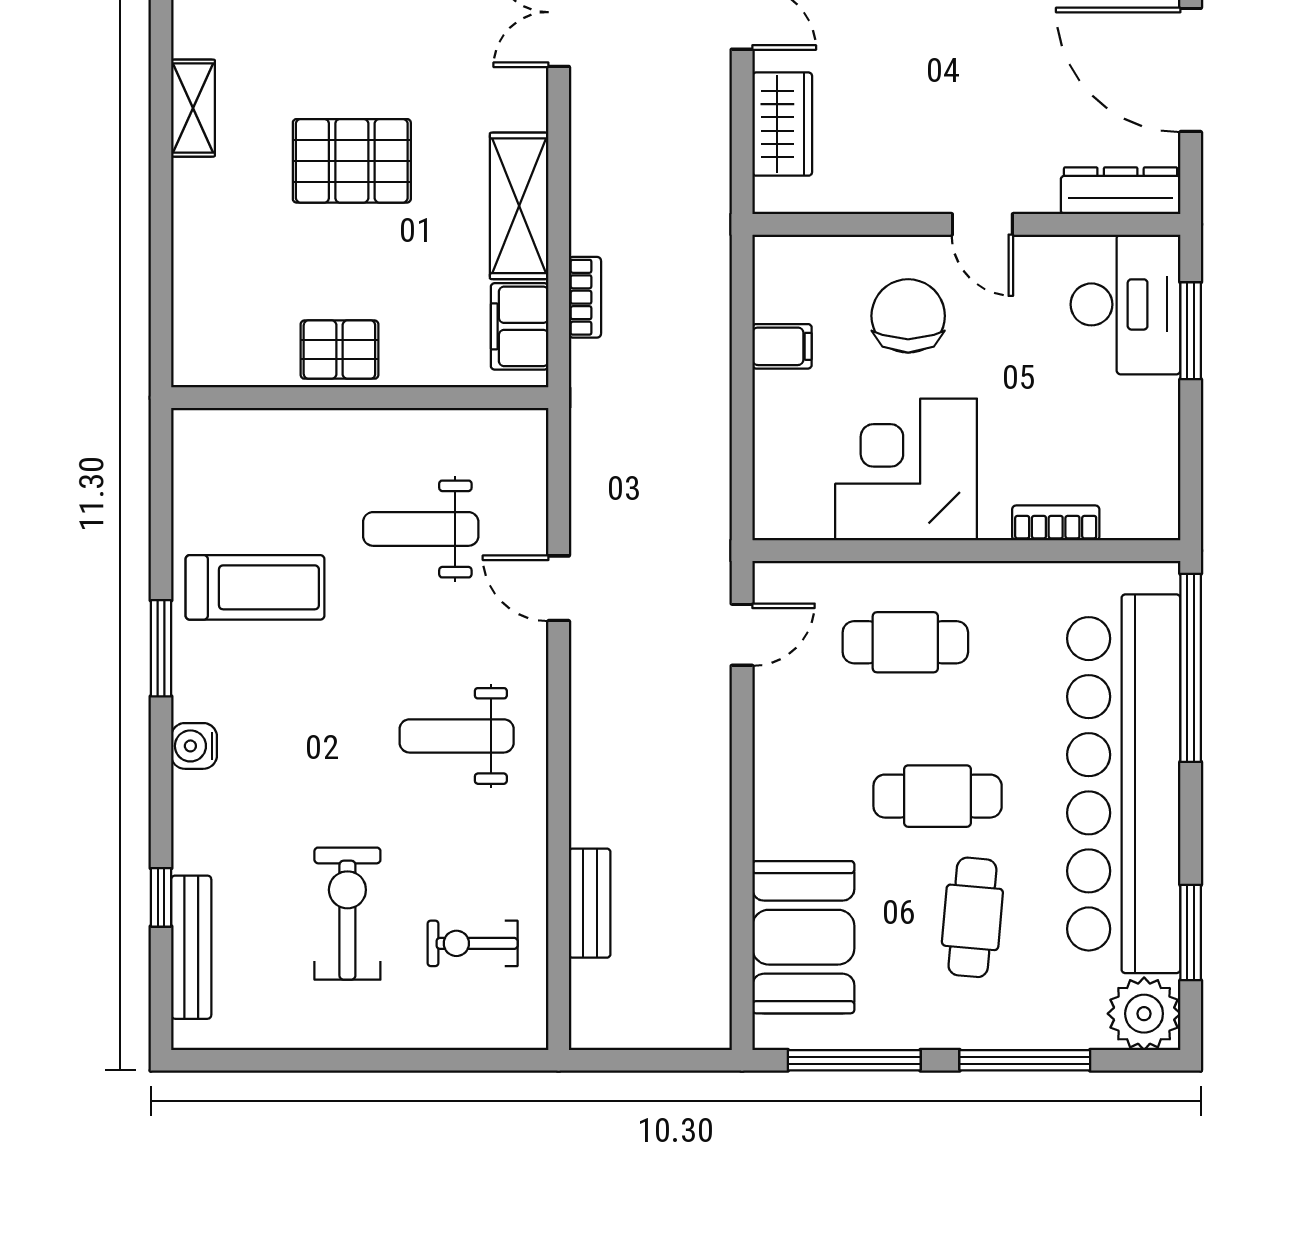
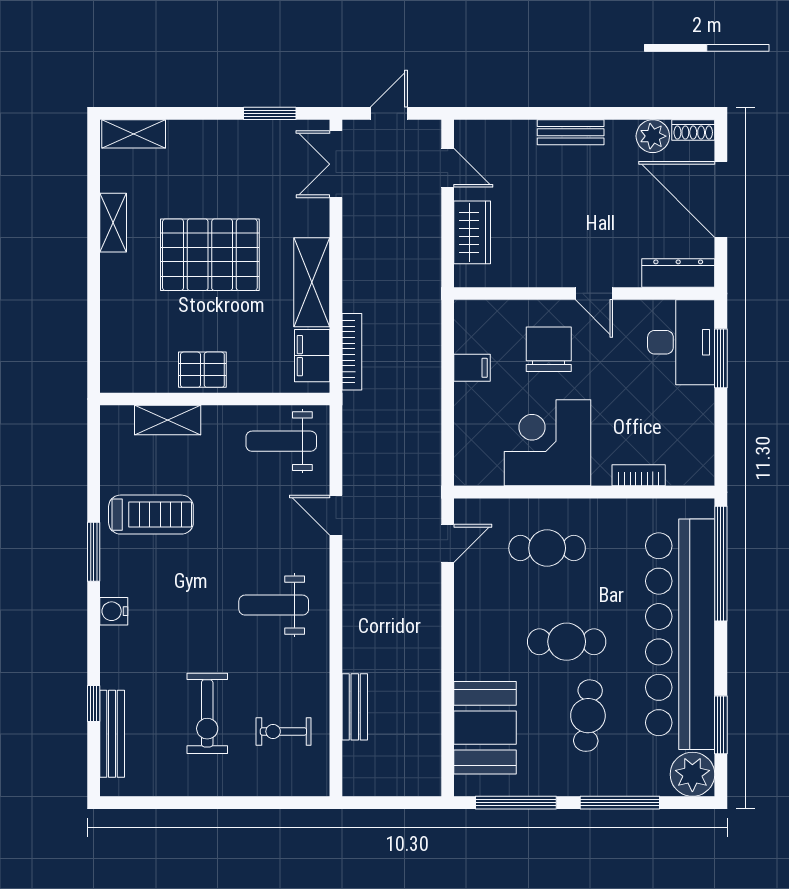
pallet: (352, 161) -> (210, 255), width x1.37, depth x1.41
bookcase: (585, 297) -> (352, 352), width x1.56
shelving: (283, 432) -> (168, 420), added
weight bench: (421, 529) -> (281, 441), moved
exercise bike: (347, 914) -> (207, 713), turned 180

